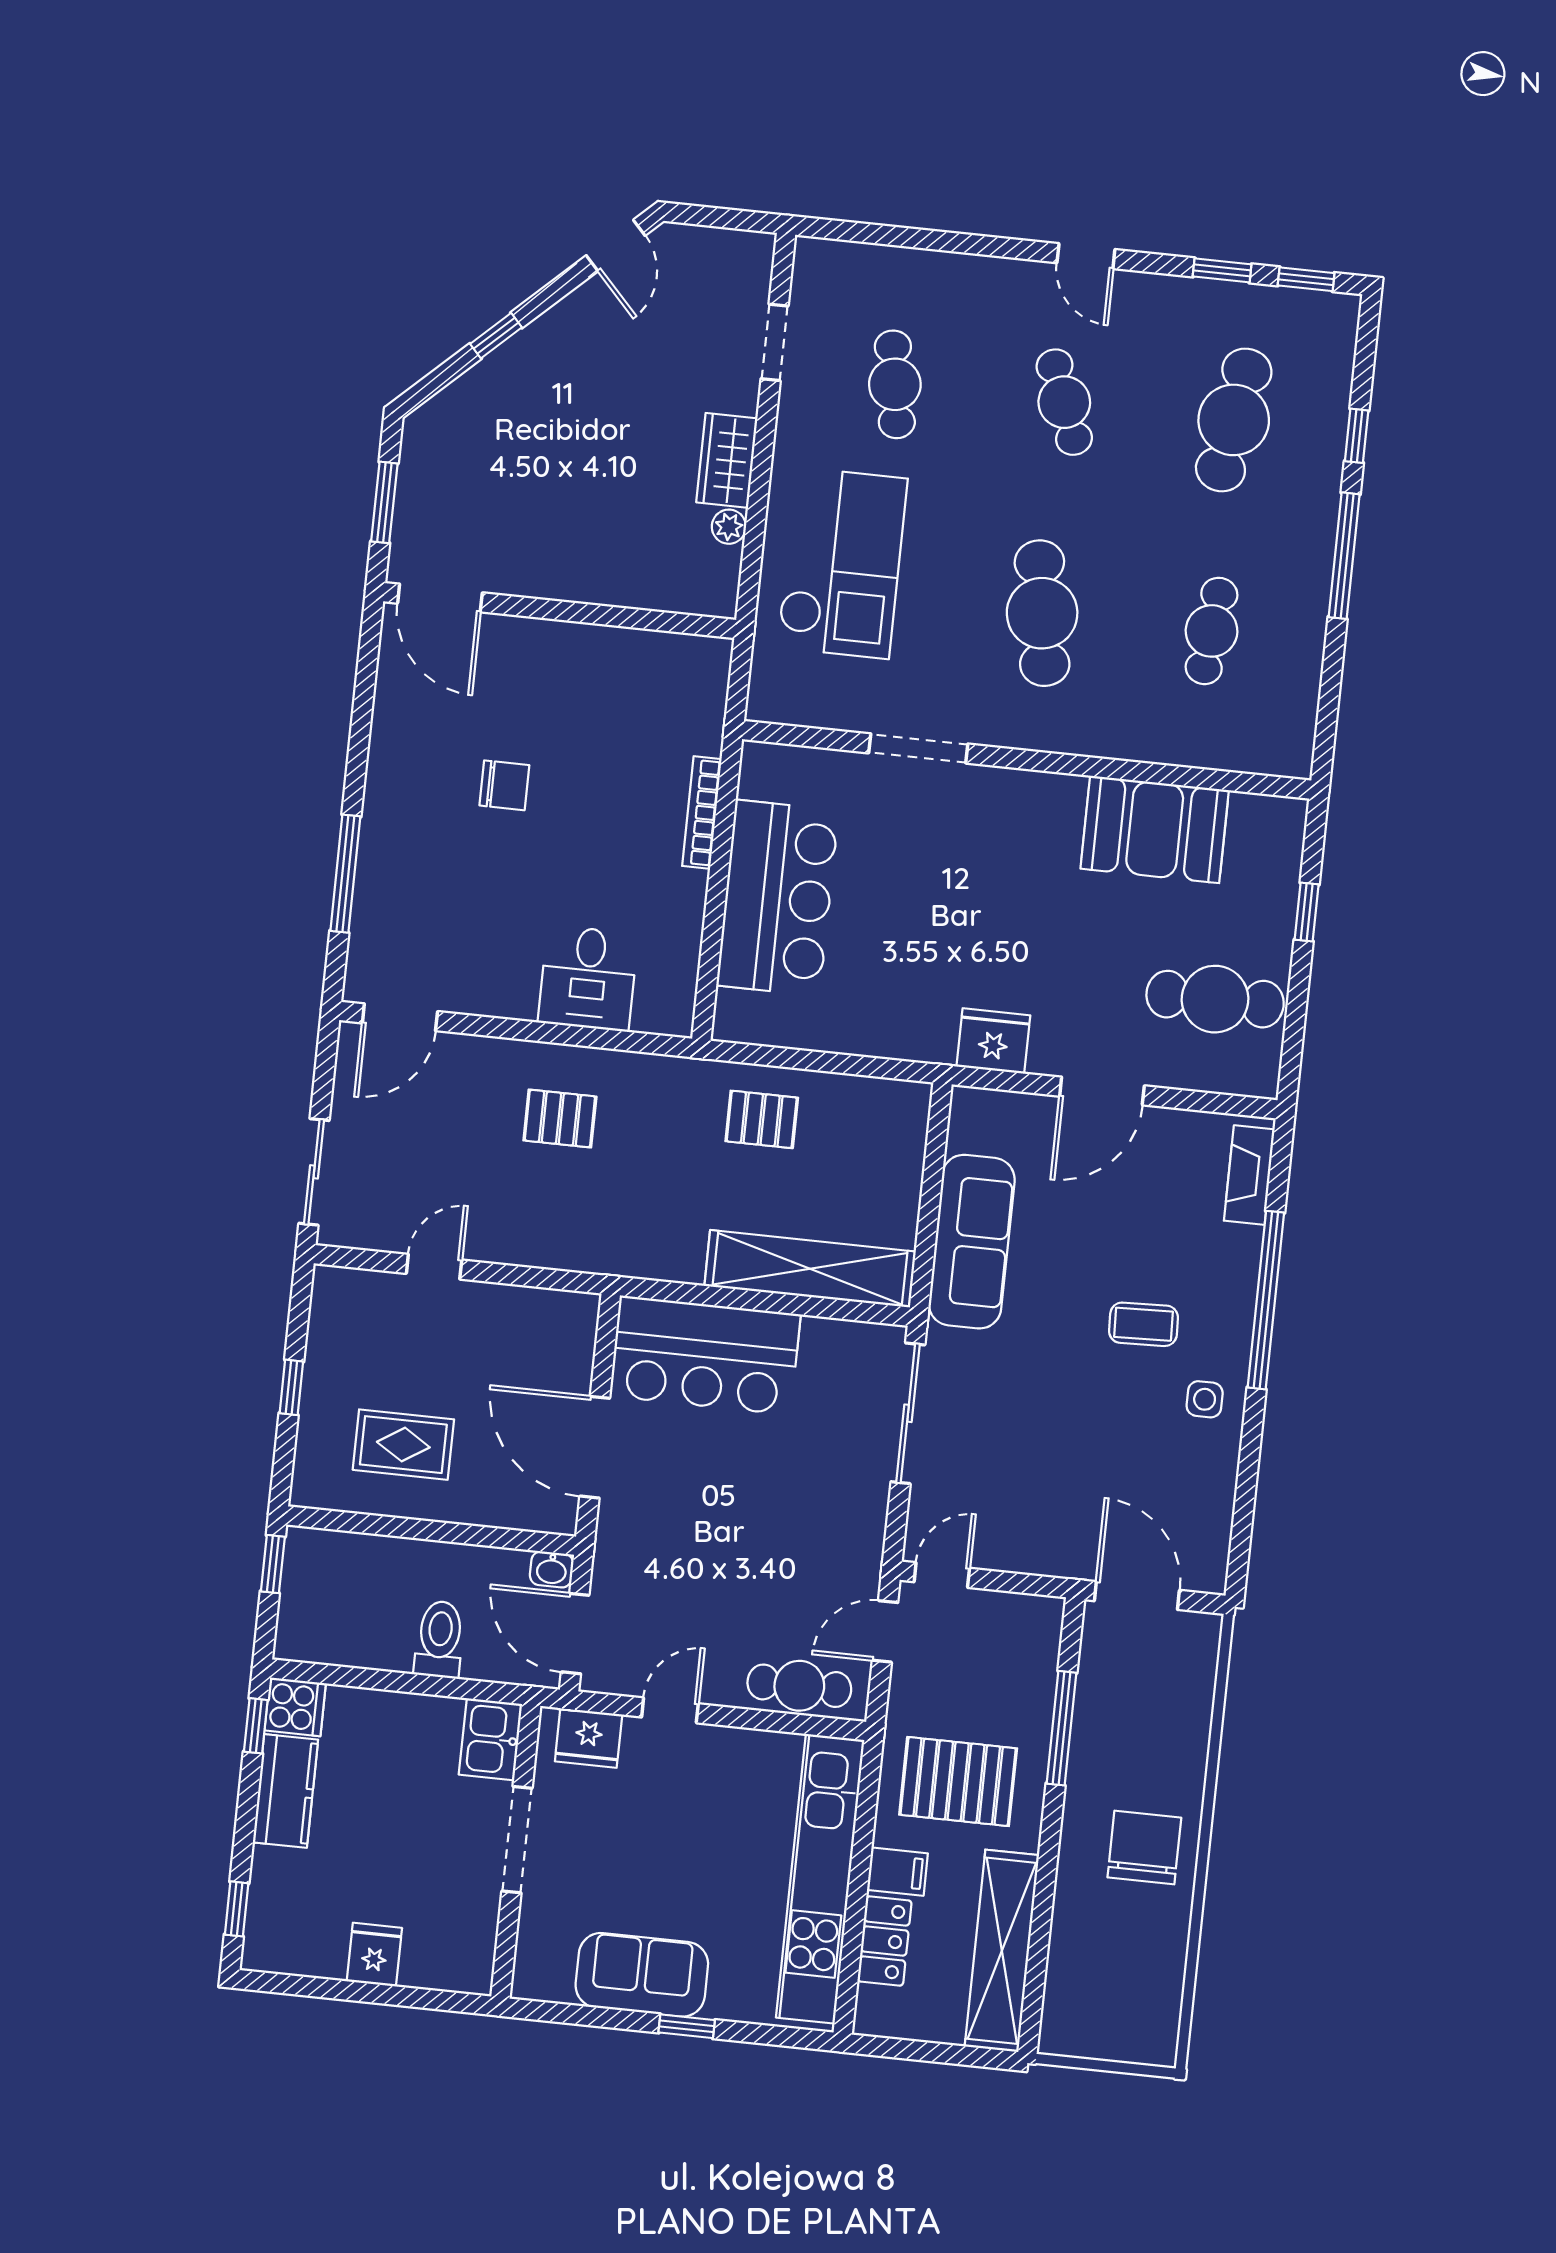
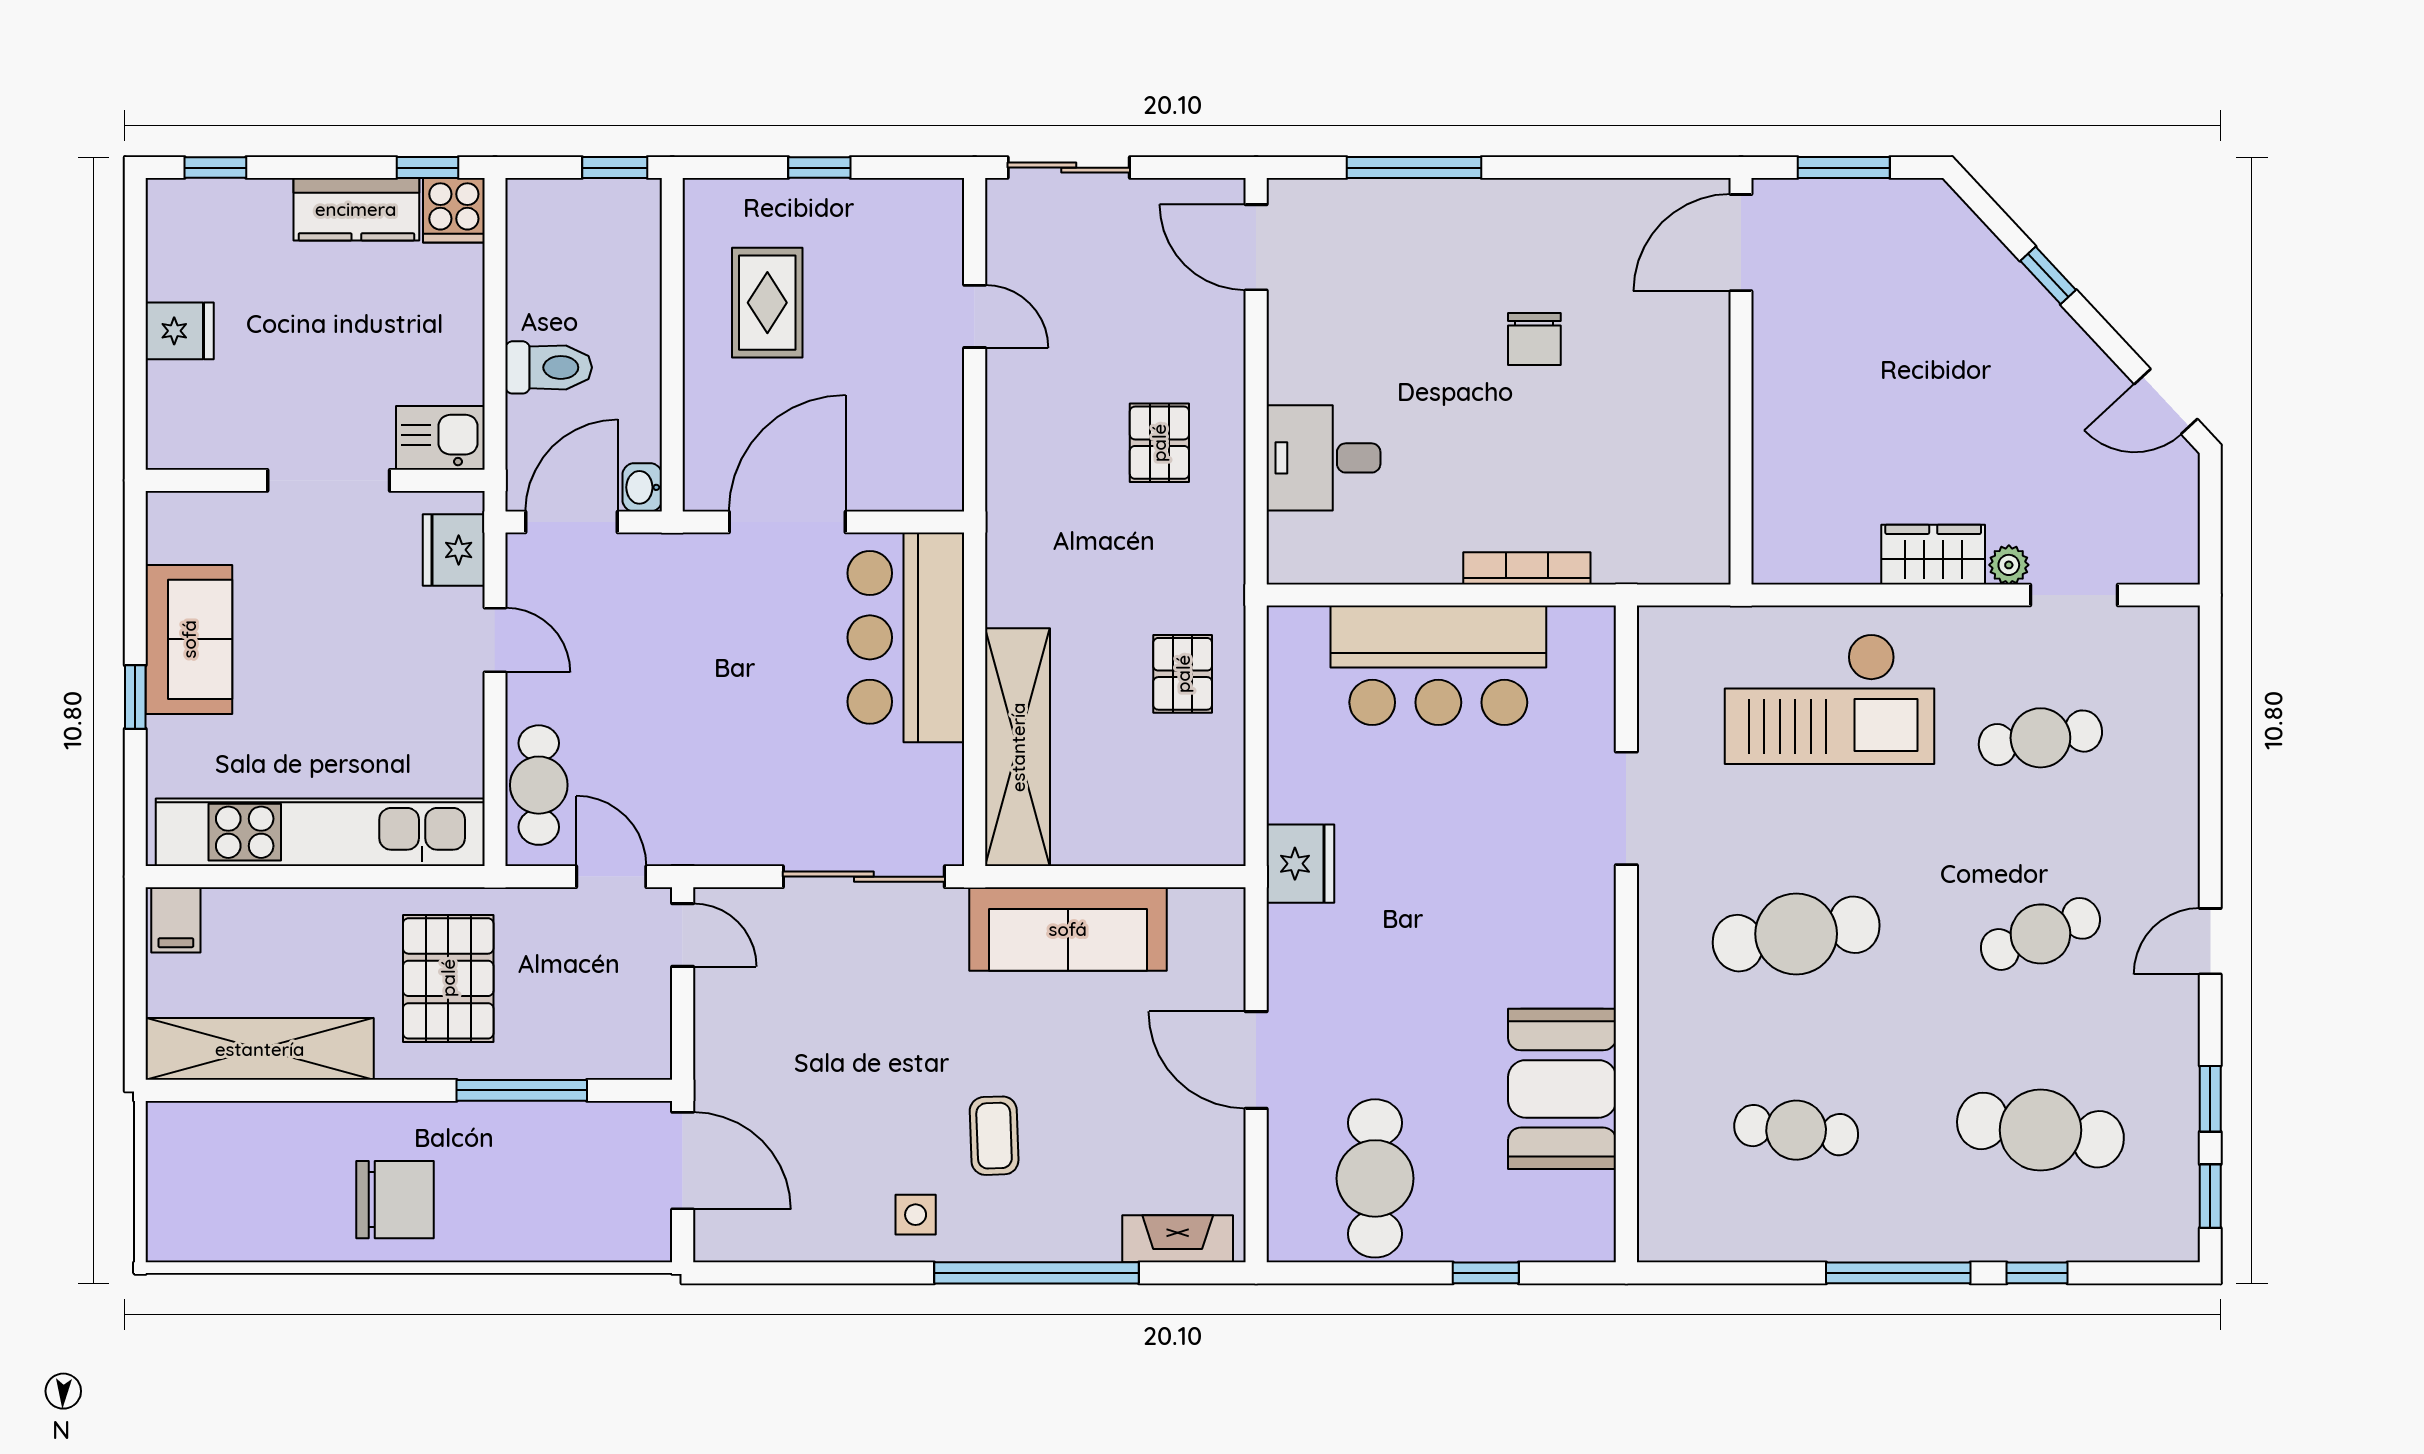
plant: (729, 527) -> (2009, 565), moved
fridge: (993, 1041) -> (1300, 864), moved
door: (1137, 1596) -> (683, 1161), hinge flipped
filing cabinet: (897, 1872) -> (176, 920), moved
locker: (885, 1941) -> (257, 913), removed

